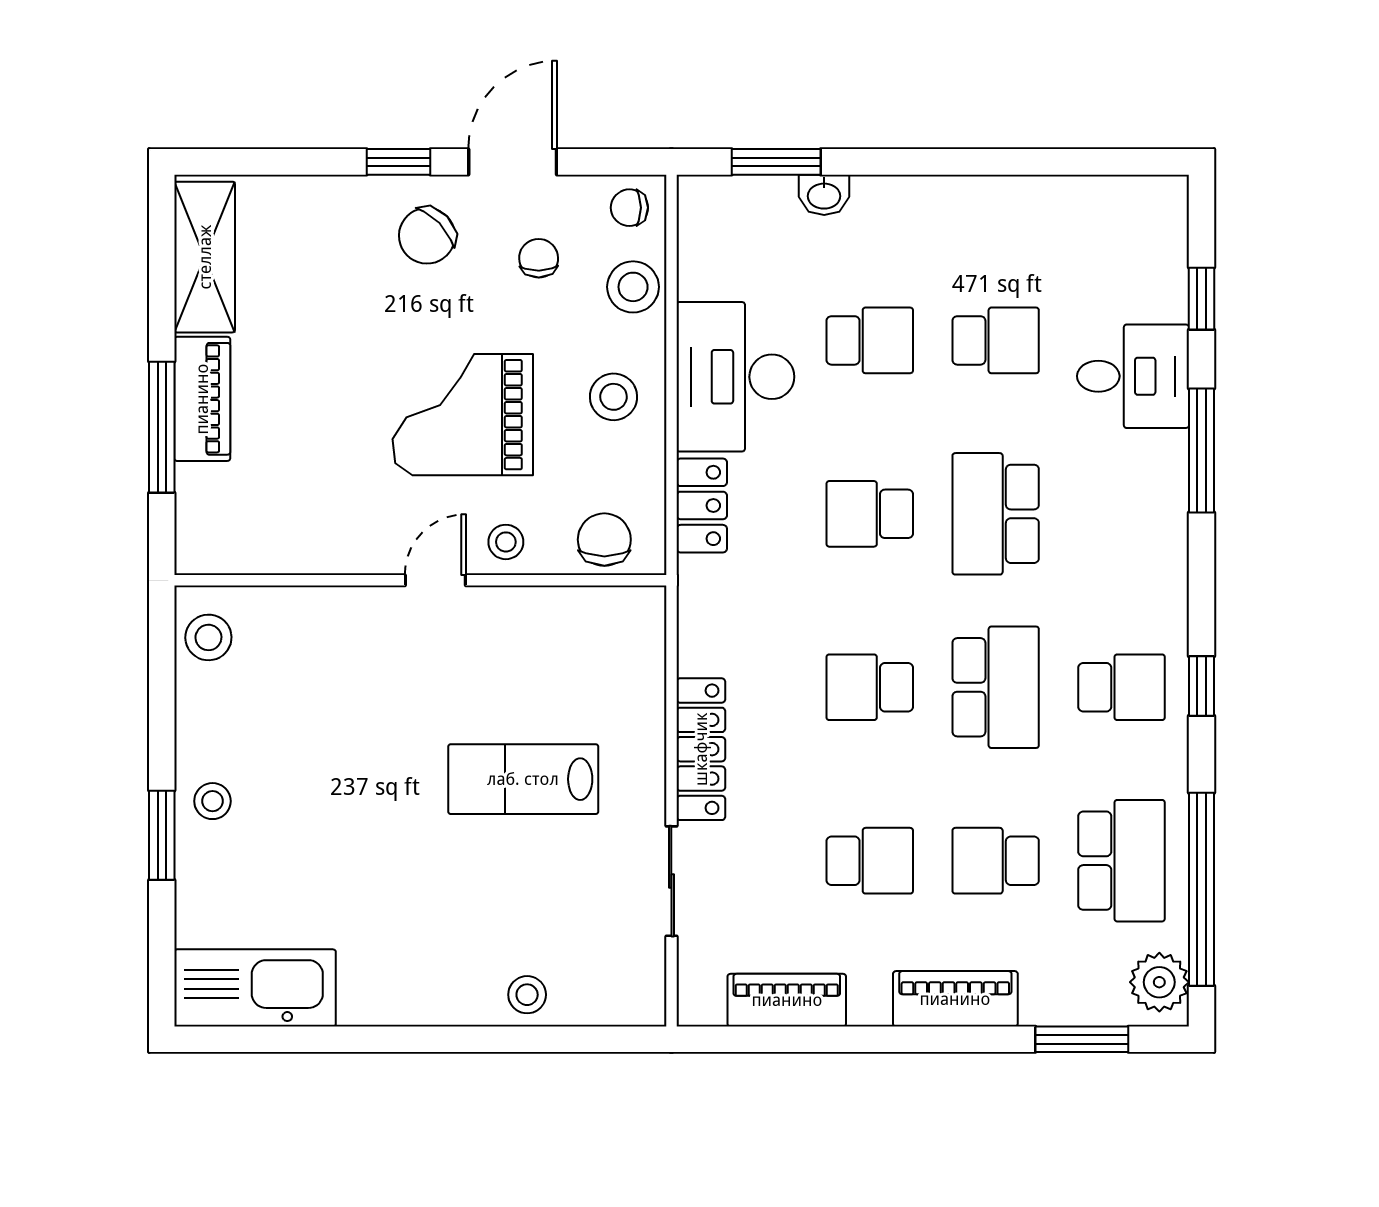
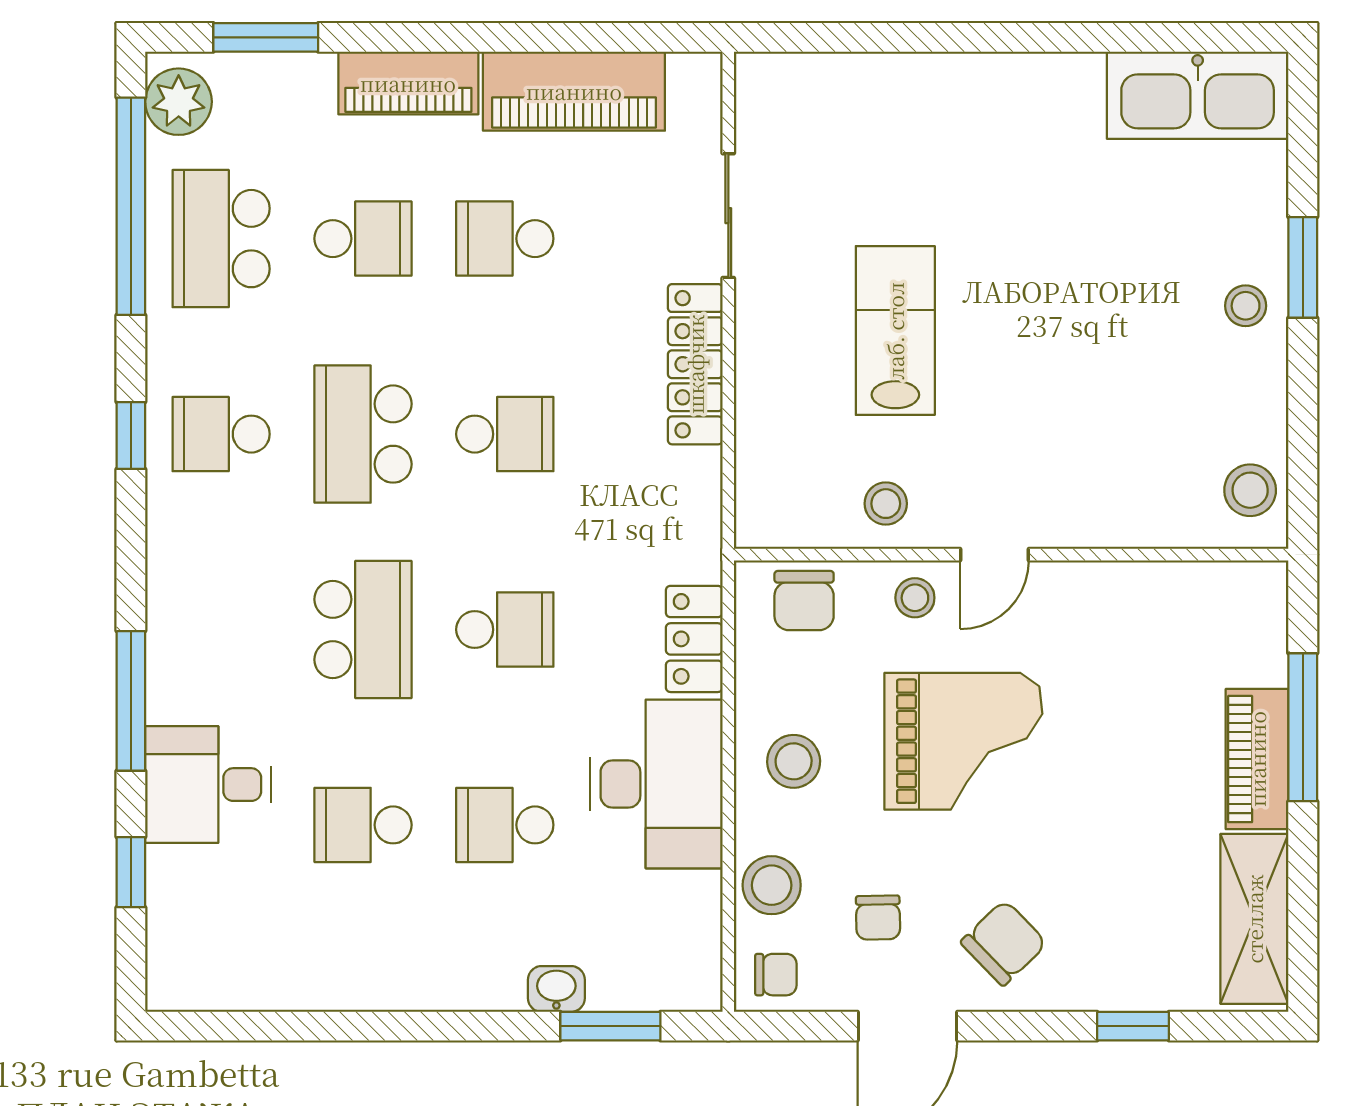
window: (399, 162) -> (1133, 1026), moved
lab bench: (523, 779) -> (895, 331), turned -90
stool: (527, 995) -> (886, 504), moved
piano: (787, 1000) -> (574, 91), width x1.37, depth x1.33

